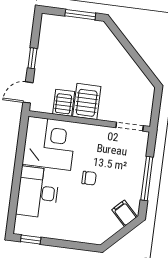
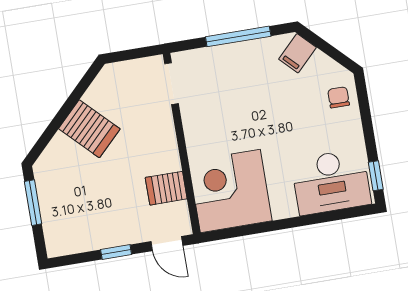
server rack: (87, 101) -> (89, 129), moved, turned -135
chair: (89, 178) -> (339, 97), moved
desk: (38, 192) -> (331, 182), moved

